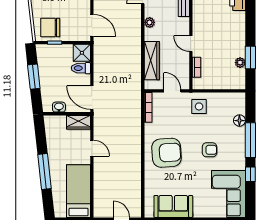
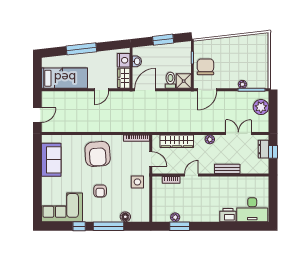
chair: (50, 28) -> (205, 67), moved
door: (172, 91) -> (151, 159), hinge flipped
nightstand: (58, 122) -> (124, 60), added

